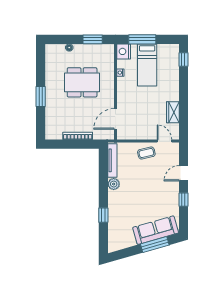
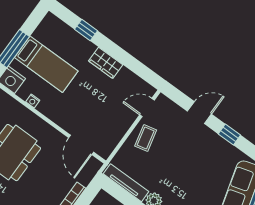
window: (183, 59) -> (86, 30), moved
wardrobe: (173, 112) -> (106, 63), moved
door: (183, 173) -> (199, 113), swing flipped

